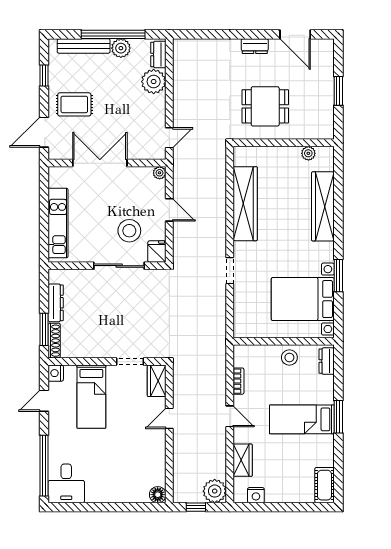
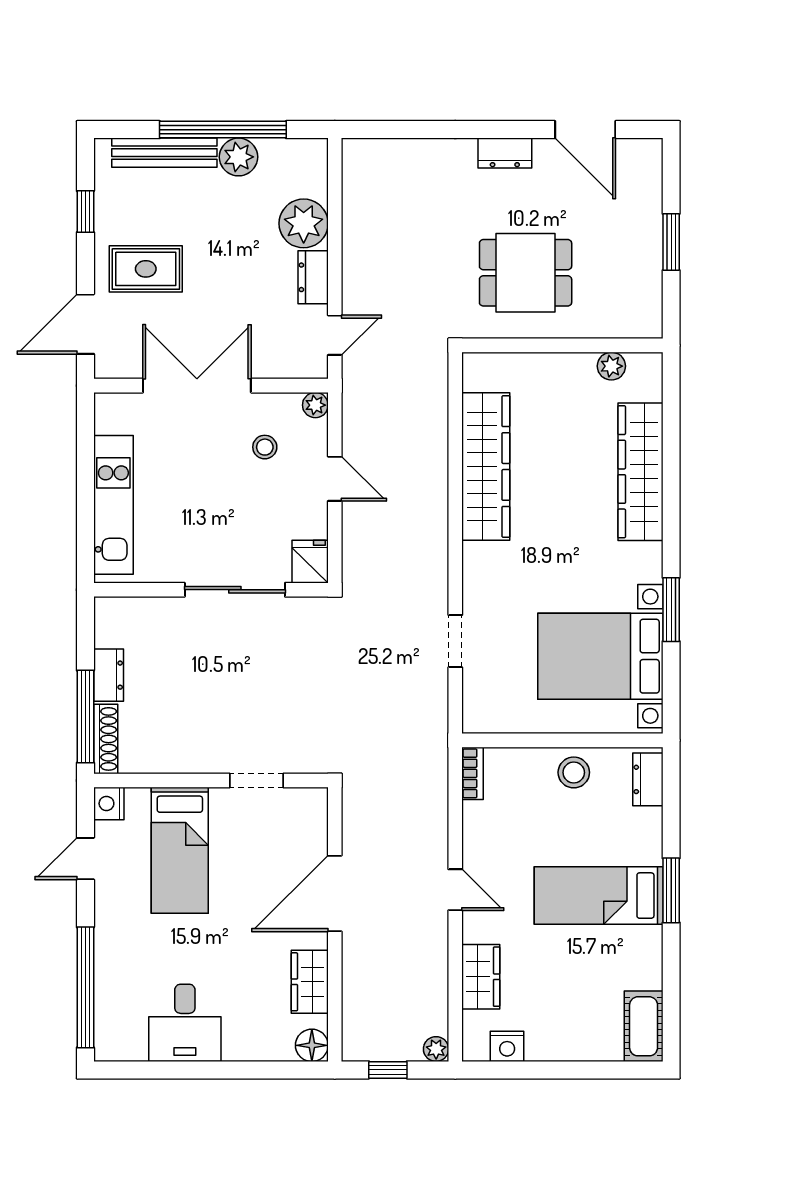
dresser: (158, 54) -> (313, 277), moved
stool: (129, 231) -> (265, 447), moved, width x0.53, depth x0.53
doorway: (230, 271) -> (455, 641), moved
dresser: (56, 303) -> (109, 675), width x0.70
window: (44, 329) -> (85, 717), width x1.44
wardrobe: (157, 381) -> (310, 982), moved
bookcase: (239, 381) -> (473, 773), moved
door: (169, 418) -> (335, 893), width x1.88
desk: (66, 483) -> (185, 1023), moved
plant: (215, 491) -> (436, 1049), width x0.53, depth x0.53

